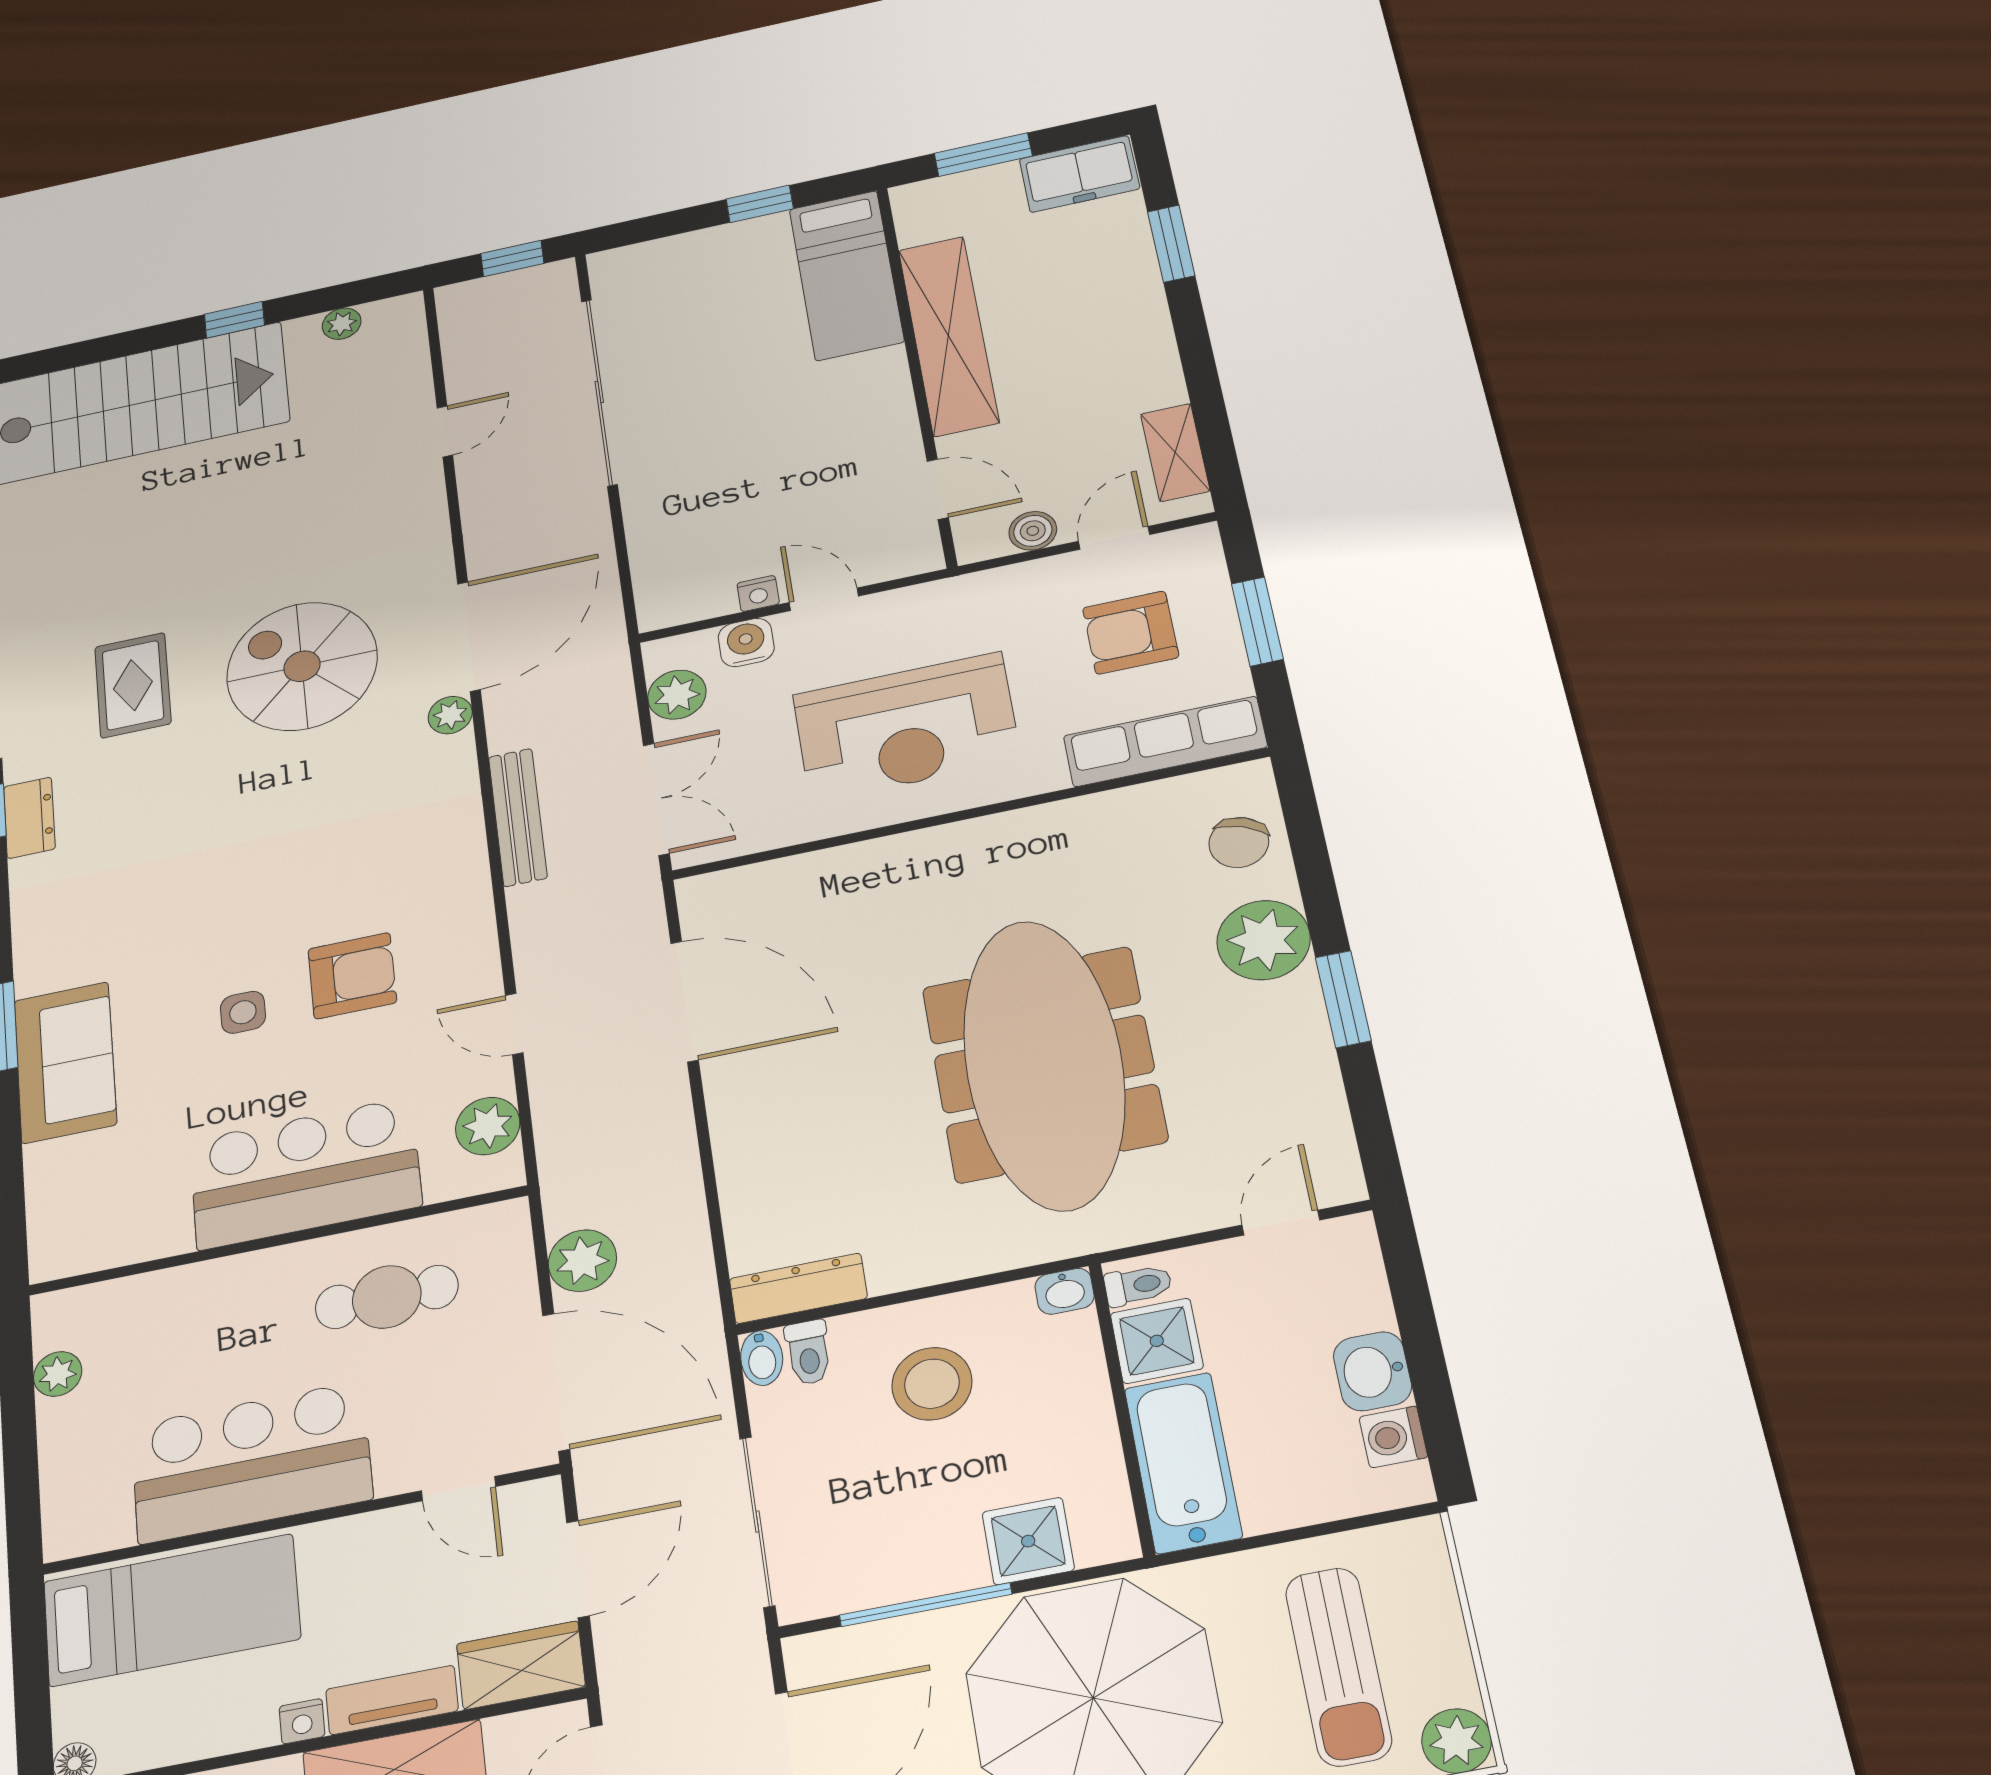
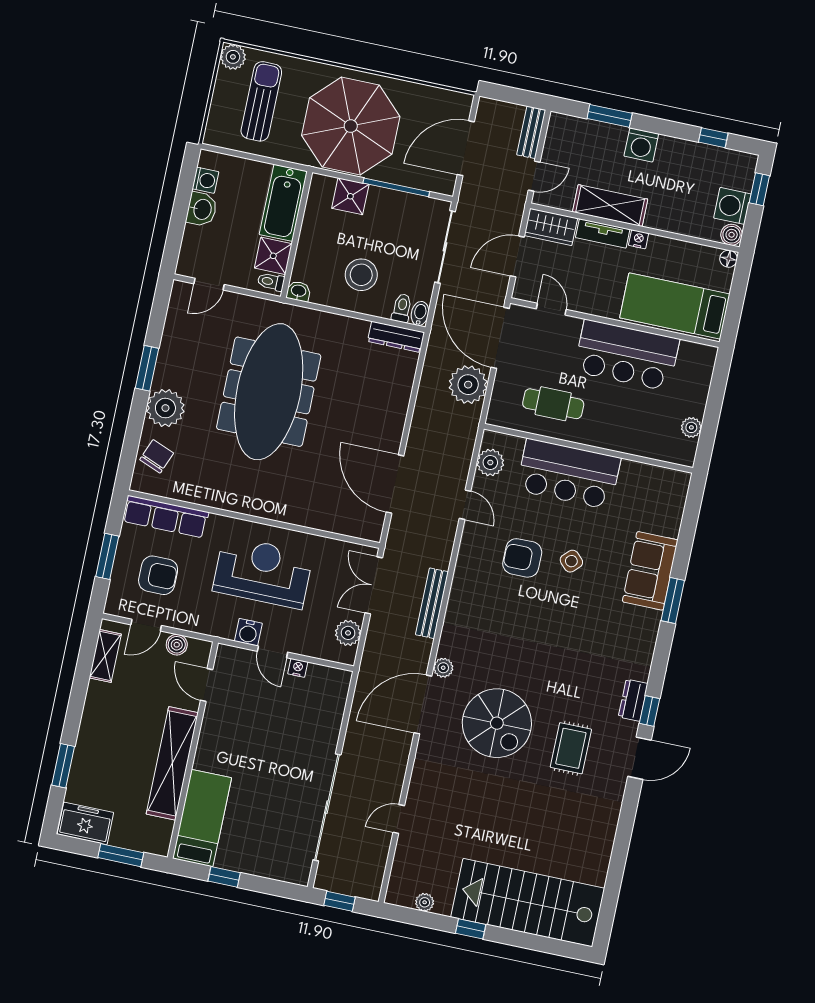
water cooler: (746, 642) -> (248, 632), moved
side table: (243, 1012) -> (571, 561), turned 45
plant: (582, 1261) -> (468, 385), width x1.36, depth x1.36

